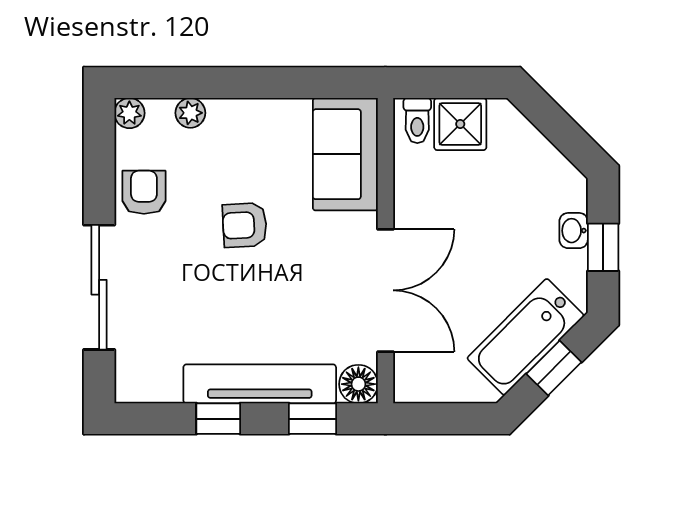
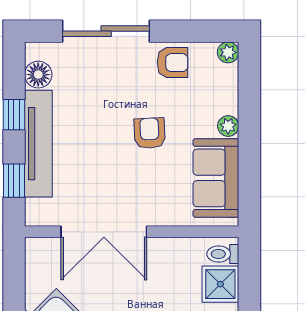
plant: (190, 113) -> (228, 126), moved
sofa: (345, 154) -> (216, 178), moved, turned -90
floor lamp: (358, 384) -> (38, 75), moved

